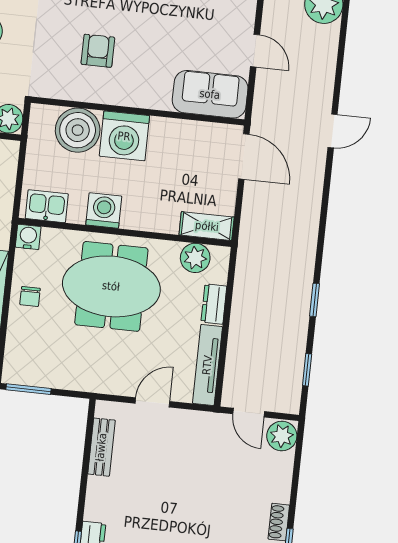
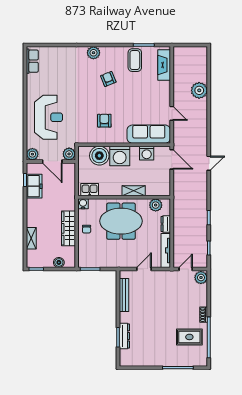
sofa: (210, 94) -> (149, 134), width x1.36
door: (333, 131) -> (209, 163), moved
washing machine: (104, 211) -> (147, 153), moved, turned 180
shelving: (207, 226) -> (134, 191), moved
door: (249, 413) -> (186, 269), swing flipped
bench: (101, 447) -> (124, 295), width x1.36

